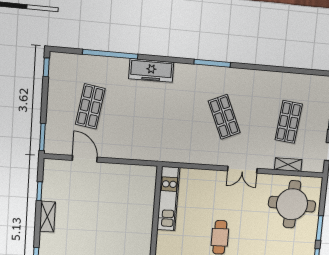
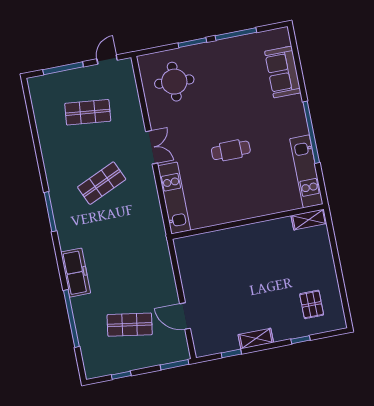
window: (46, 67) -> (121, 375), moved
door: (85, 159) -> (185, 316), hinge flipped
shelving: (288, 165) -> (133, 99), removed
kitchen unit: (168, 199) -> (174, 198), moved, turned 90
round table: (292, 204) -> (174, 82), width x0.73, depth x0.73

